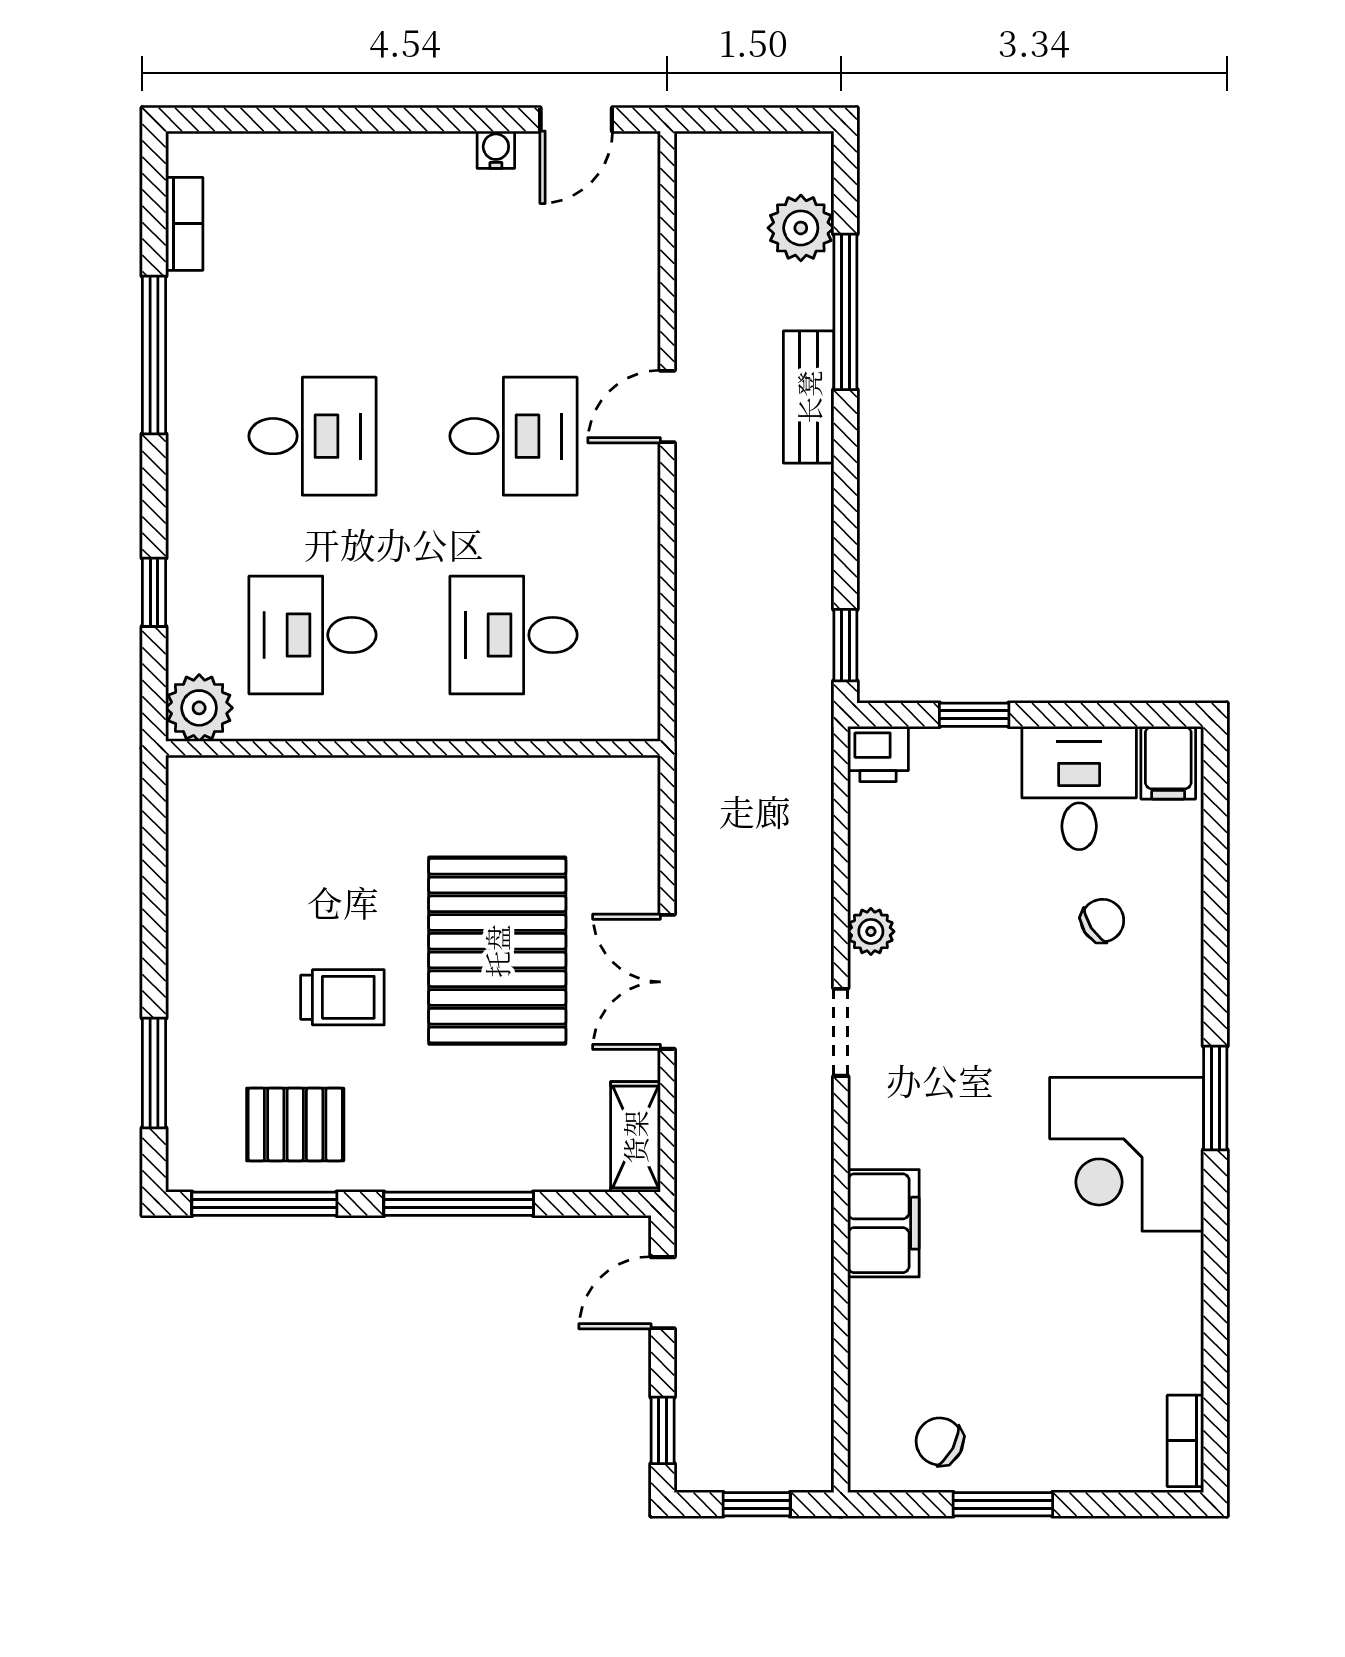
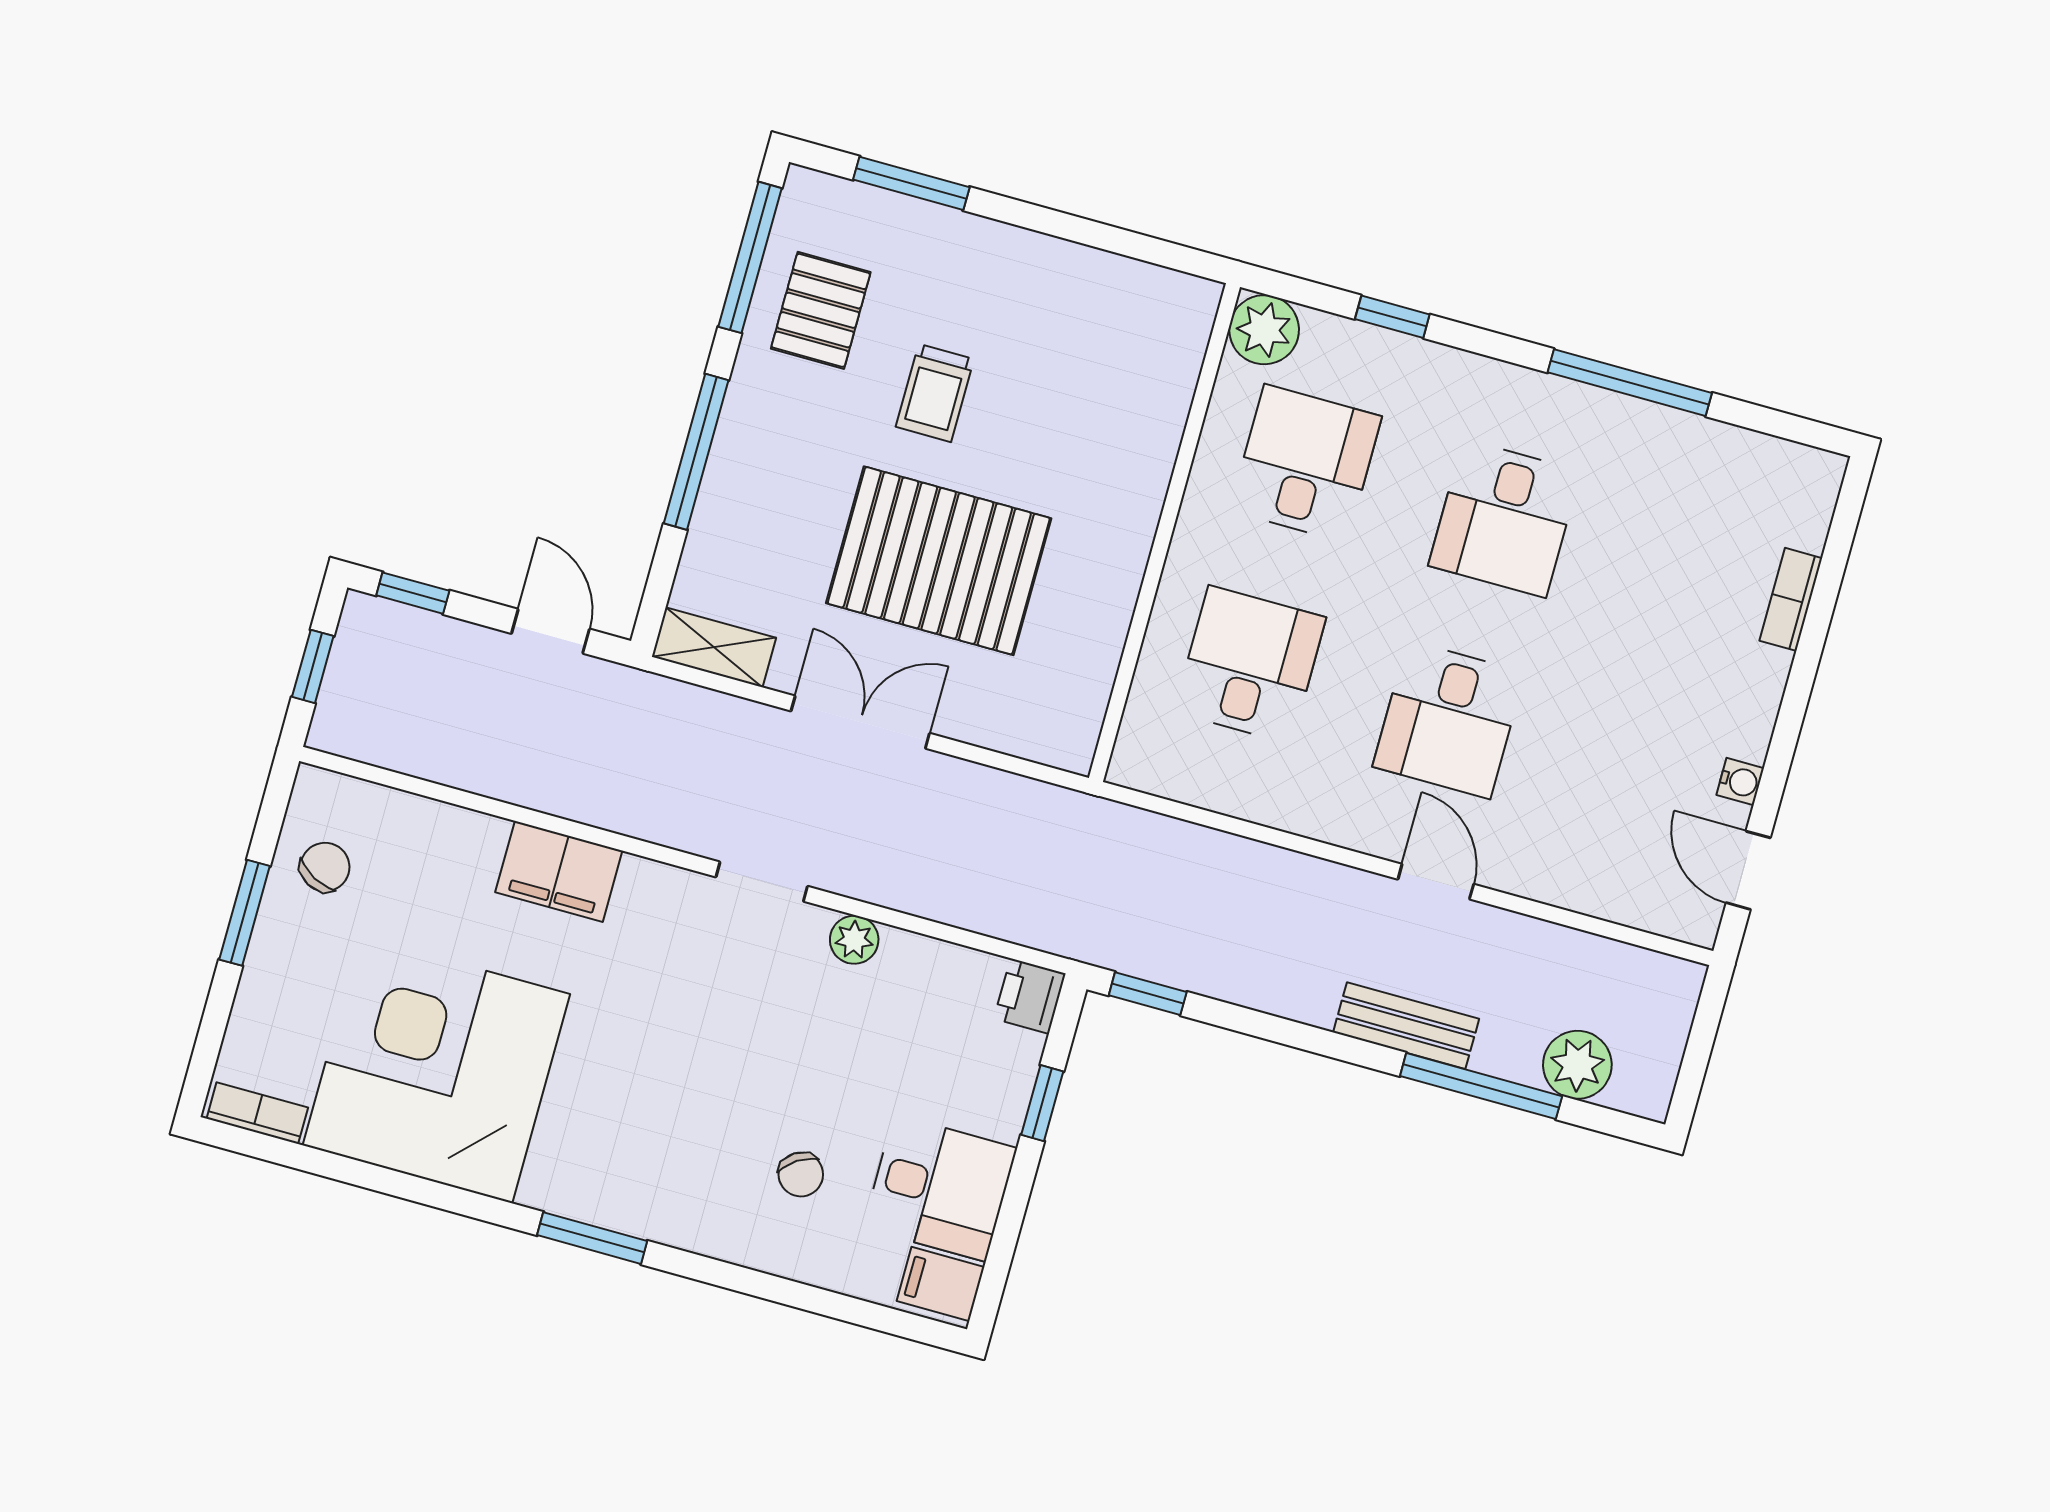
bookcase: (184, 224) -> (1791, 599), moved, turned 90
corner desk: (1127, 1154) -> (436, 1070), moved, width x1.36, depth x1.36

